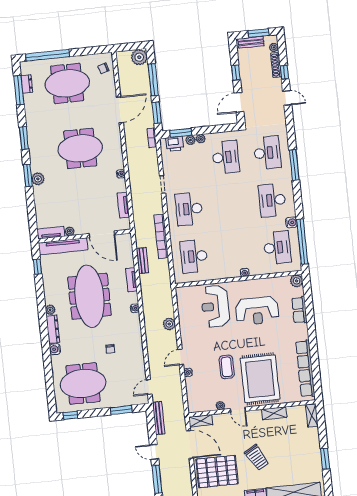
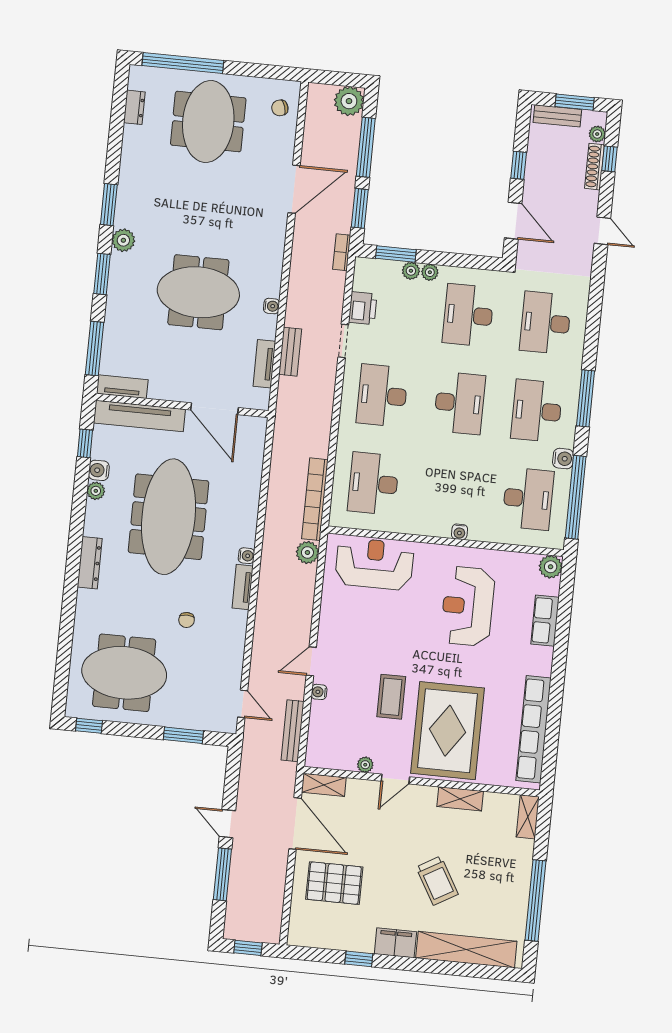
window: (284, 72) -> (609, 159), moved
meeting table: (67, 83) -> (208, 122), turned 90
window: (19, 90) -> (94, 349), moved
door: (239, 102) -> (513, 221), swing flipped
printer: (175, 144) -> (363, 308), moved, turned -90
meeting table: (80, 148) -> (198, 292), moved
desk: (267, 153) -> (546, 323), turned 180
desk: (226, 157) -> (468, 315), turned 180
window: (294, 165) -> (586, 398), moved
plant: (38, 179) -> (123, 240), moved
desk: (231, 205) -> (459, 403), added
plant: (70, 231) -> (157, 391), removed
bookcase: (161, 236) -> (315, 499), moved
bench: (142, 260) -> (290, 352), moved
tv unit: (131, 280) -> (243, 587), moved
reception desk: (215, 306) -> (374, 564), moved, turned 90
plant: (50, 310) -> (96, 491), moved
reception desk: (257, 311) -> (468, 606), turned 90
plant: (169, 324) -> (307, 553), moved
water cooler: (55, 349) -> (99, 470), moved
door: (149, 387) -> (243, 704), swing flipped
door: (238, 410) -> (395, 779), hinge flipped
bench: (159, 418) -> (293, 731), moved
trolley: (257, 458) -> (437, 881), moved
window: (325, 459) -> (535, 900), width x2.11
pallet: (217, 472) -> (334, 883), width x0.73, depth x0.71

